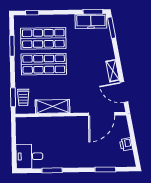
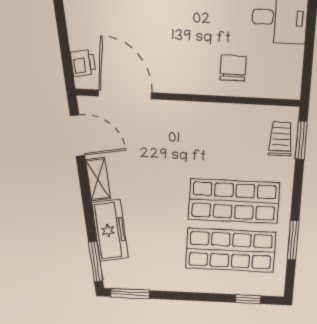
freezer: (91, 21) -> (110, 230), moved, turned 80
shelving: (52, 106) -> (224, 117), removed
door: (102, 114) -> (125, 94), hinge flipped
chair: (50, 131) -> (233, 68), added
printer: (126, 144) -> (83, 63), moved

